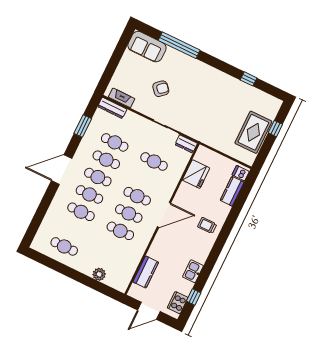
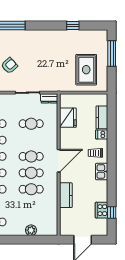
window: (275, 129) -> (112, 53), width x2.17
rug: (253, 132) -> (86, 70), moved
dishwasher: (241, 173) -> (102, 134), moved
kitchen sink: (193, 271) -> (102, 171), moved
kitchen counter: (146, 272) -> (66, 195), moved
cooker: (178, 303) -> (102, 210), moved

